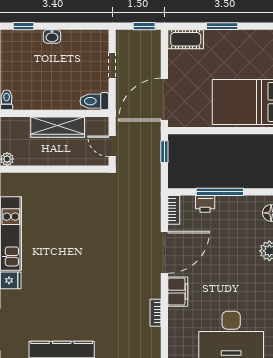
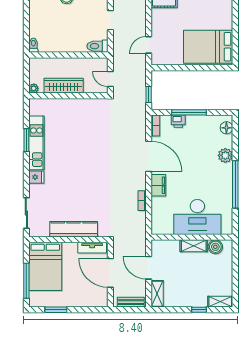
door: (164, 99) -> (149, 45), width x0.53
wardrobe: (58, 127) -> (64, 86), moved, turned 180
window: (164, 152) -> (149, 95), moved
door: (164, 252) -> (149, 156), hinge flipped

